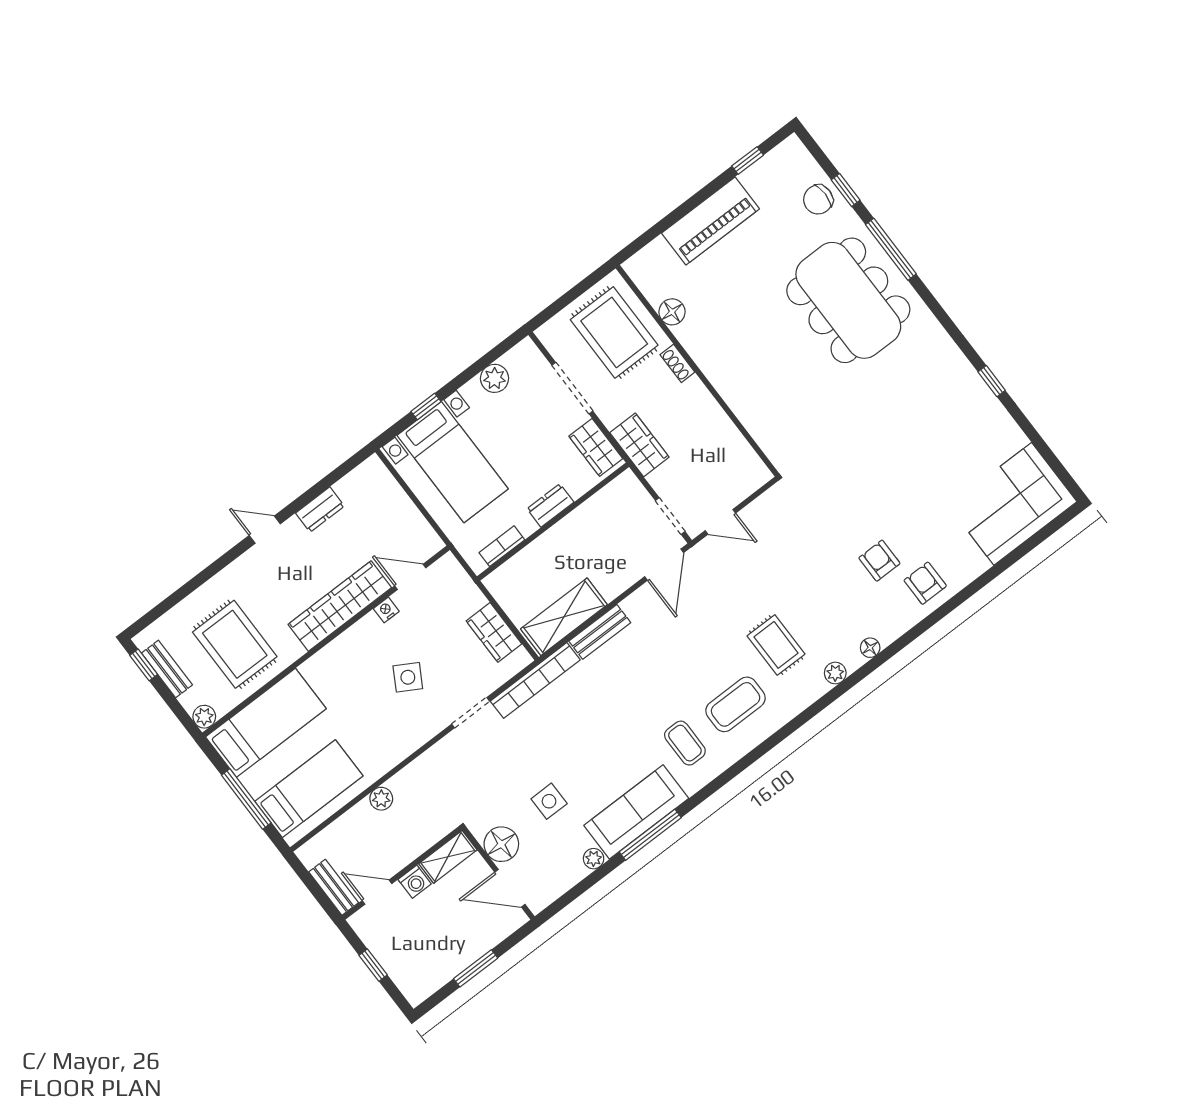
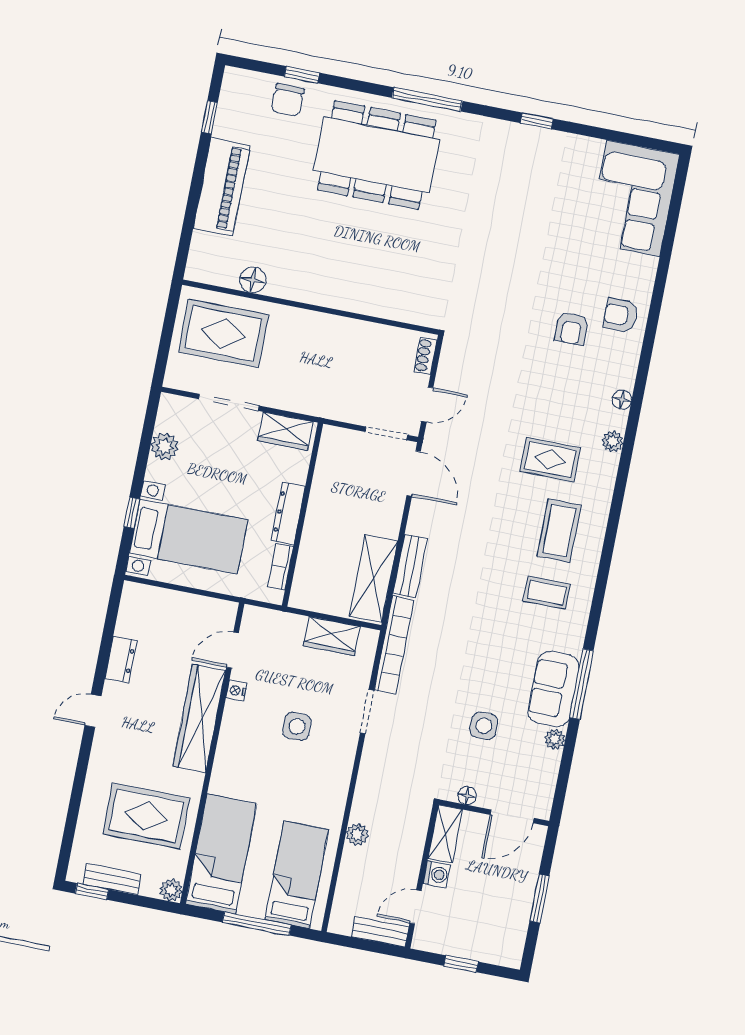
window: (891, 249) -> (427, 99), moved
shoe rack: (677, 363) -> (425, 356), moved, turned 90
wardrobe: (639, 445) -> (316, 401), removed
dresser: (550, 505) -> (288, 513), width x1.44
armchair: (879, 561) -> (571, 329), turned -90
side table: (408, 677) -> (297, 726), turned -30
sofa: (636, 812) -> (553, 689), width x0.73
floor lamp: (501, 844) -> (467, 796), width x0.53, depth x0.53

